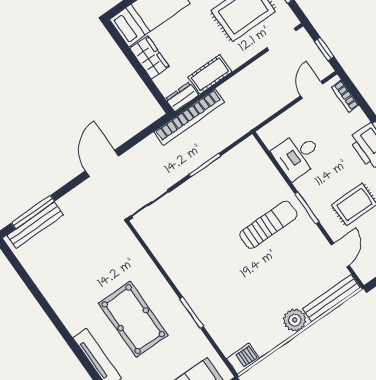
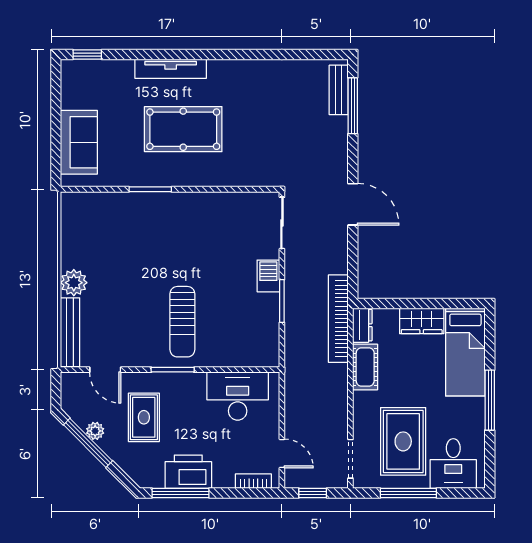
desk: (297, 155) -> (238, 396), width x1.37
bench: (35, 225) -> (339, 90), width x0.73
barbecue: (243, 359) -> (268, 276), moved, turned 180

